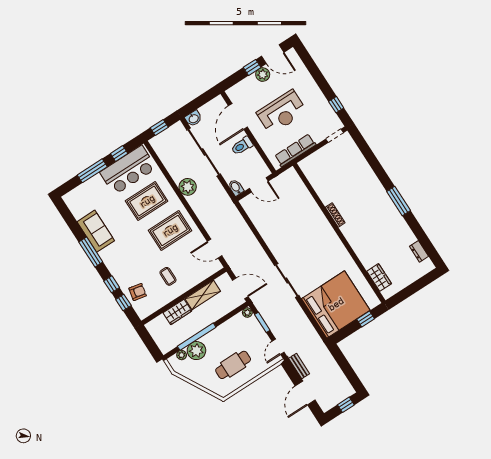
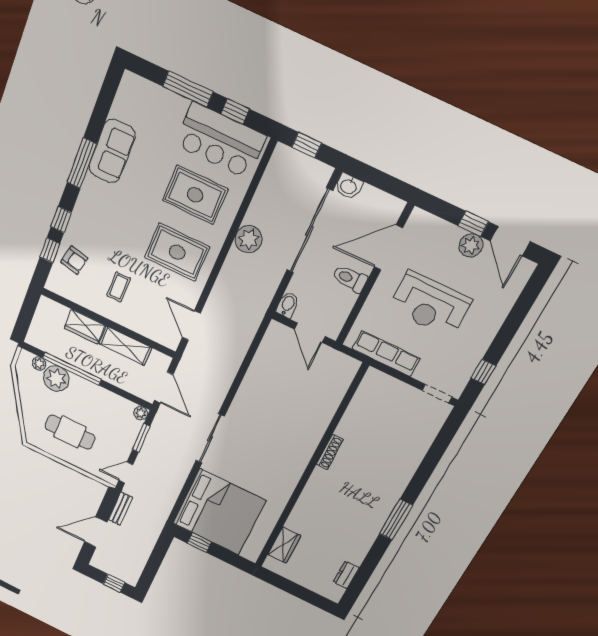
window: (366, 319) -> (199, 543), moved

